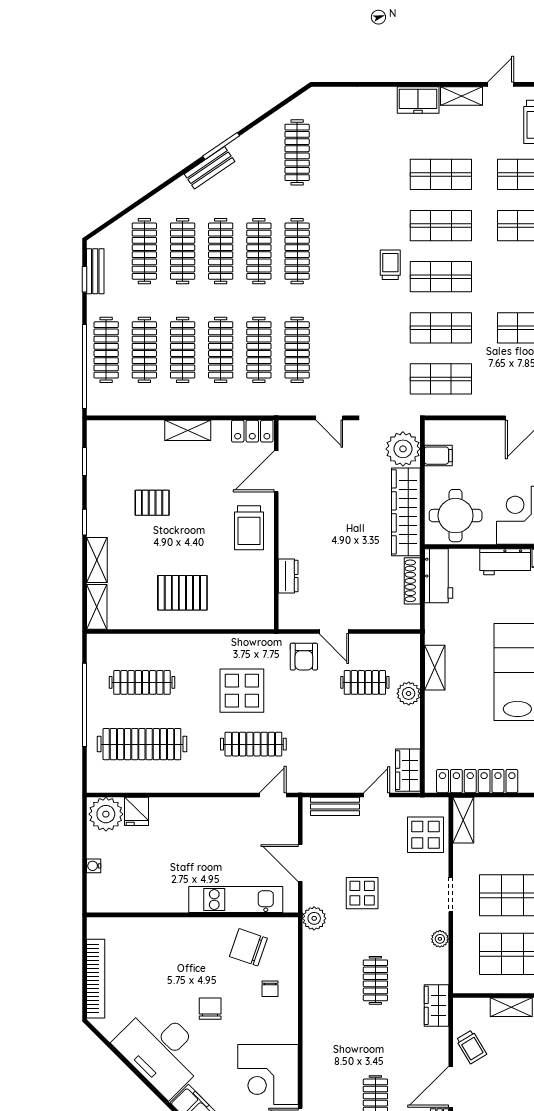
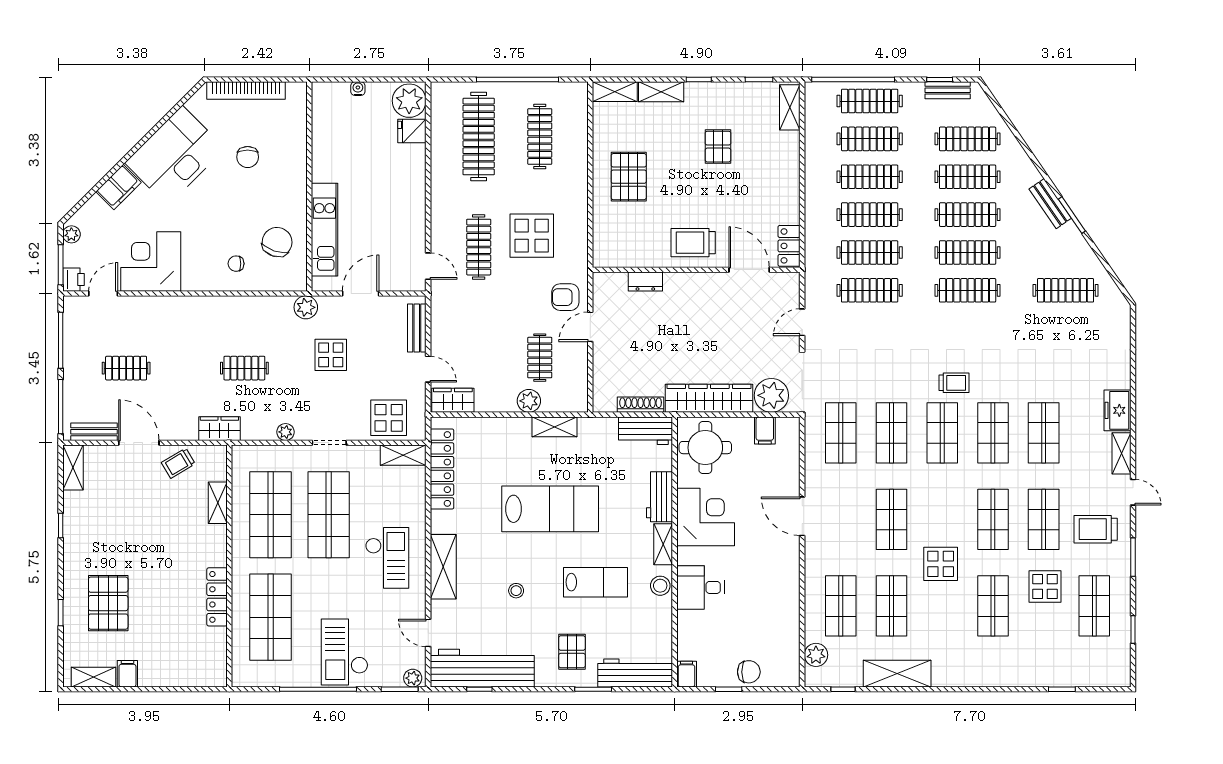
shelving: (188, 430) -> (790, 107), moved
chair: (210, 1009) -> (248, 157), moved, turned 90

